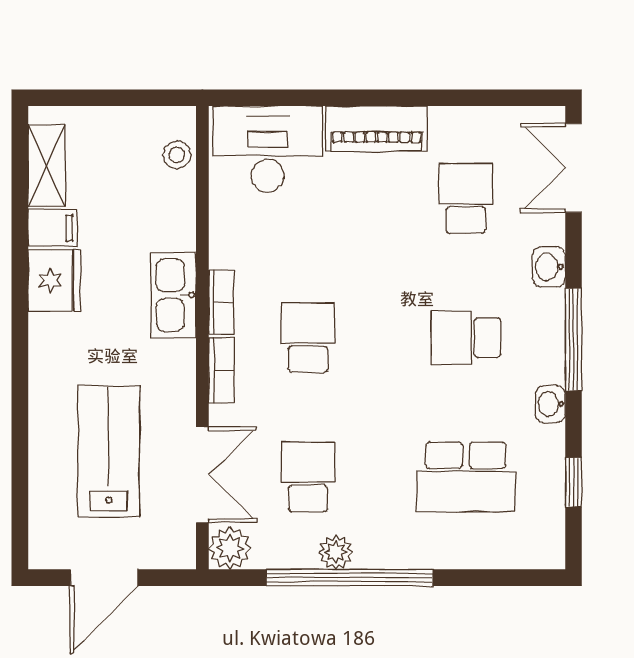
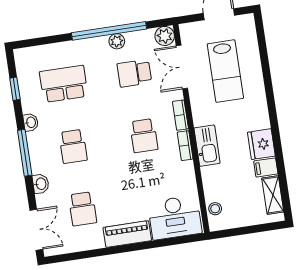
school desk: (466, 338) -> (73, 146), turned 90
school desk: (308, 477) -> (134, 73), turned 90

